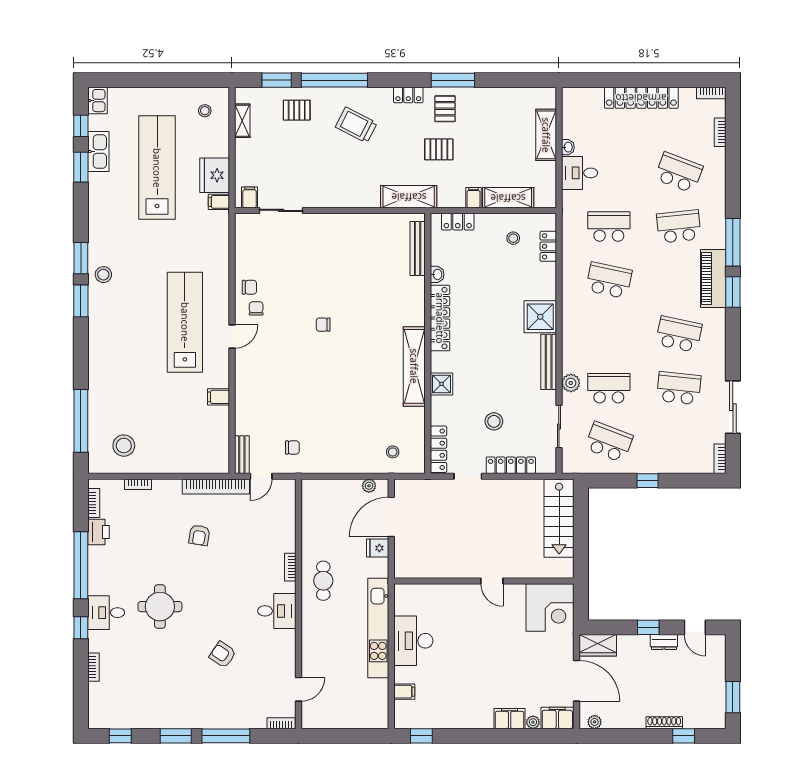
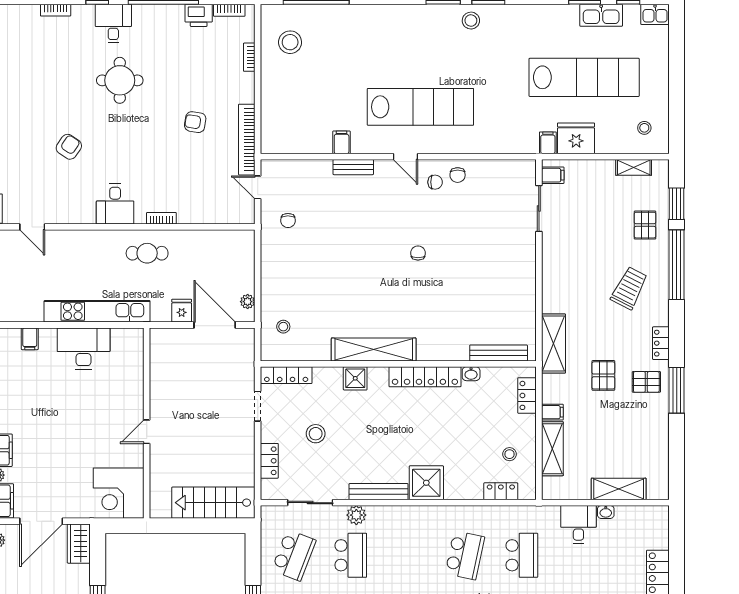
bench: (242, 455) -> (353, 167), moved
locker: (511, 465) -> (269, 461), width x0.66

